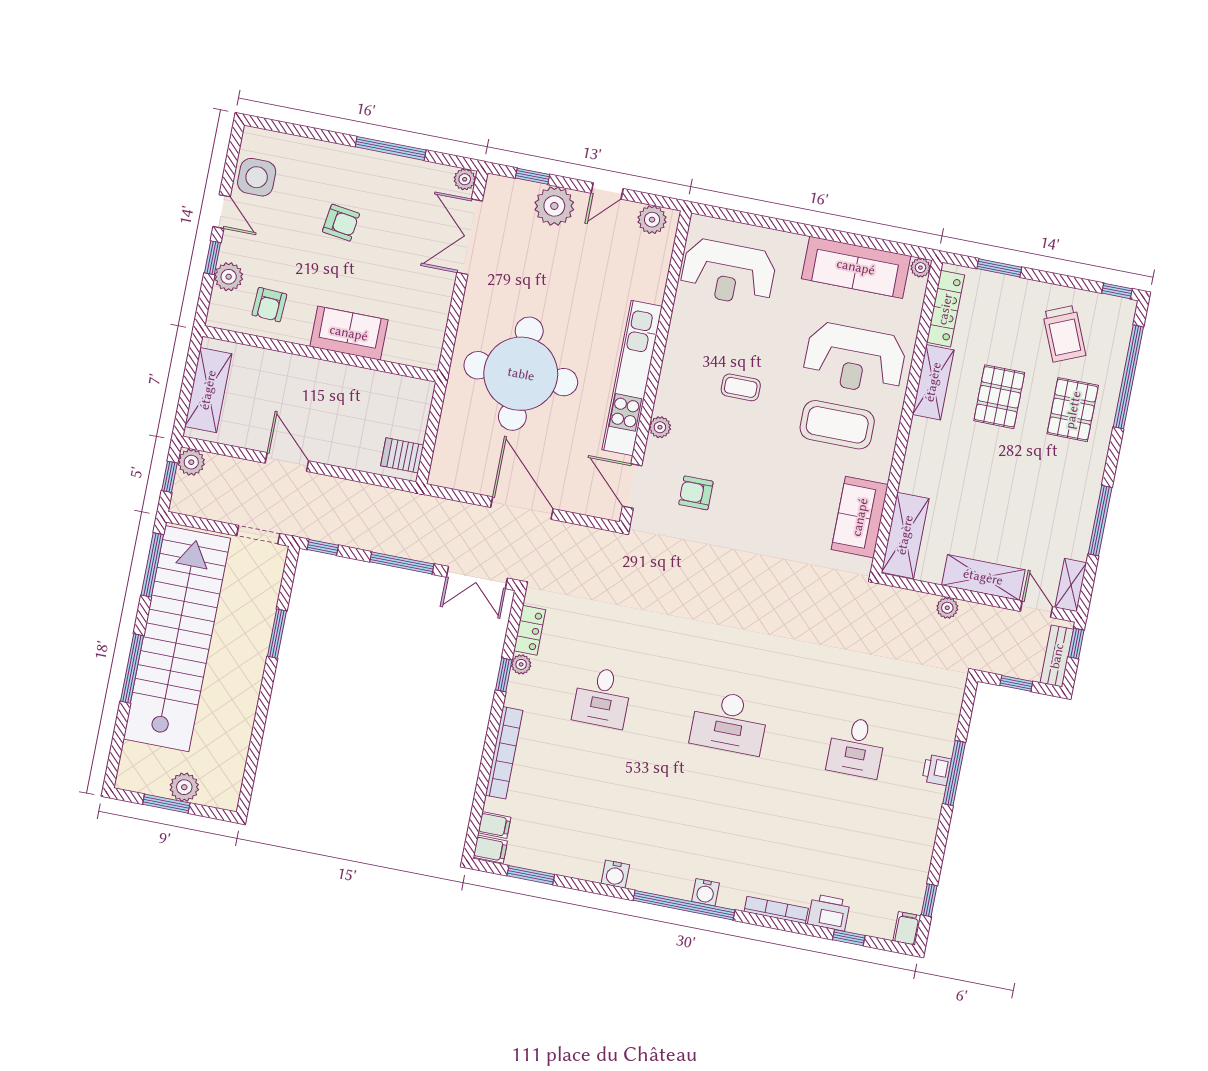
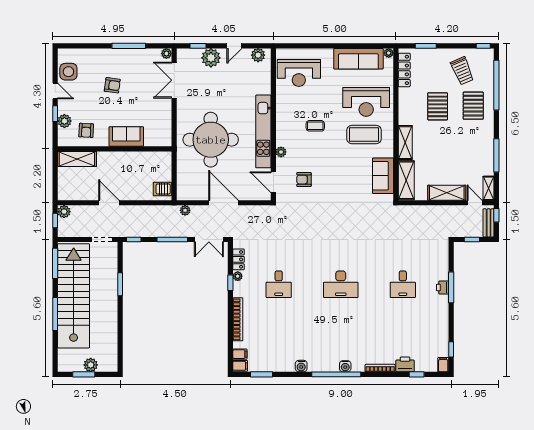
shelving: (933, 382) -> (405, 143), moved
shelving: (208, 390) -> (77, 159), moved, turned 90
plant: (947, 608) -> (185, 210), moved

